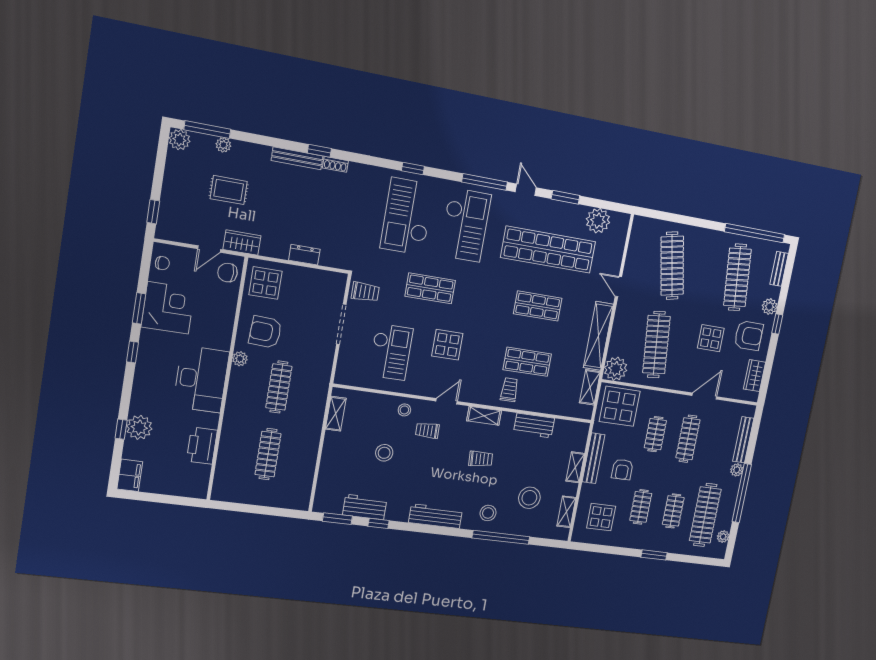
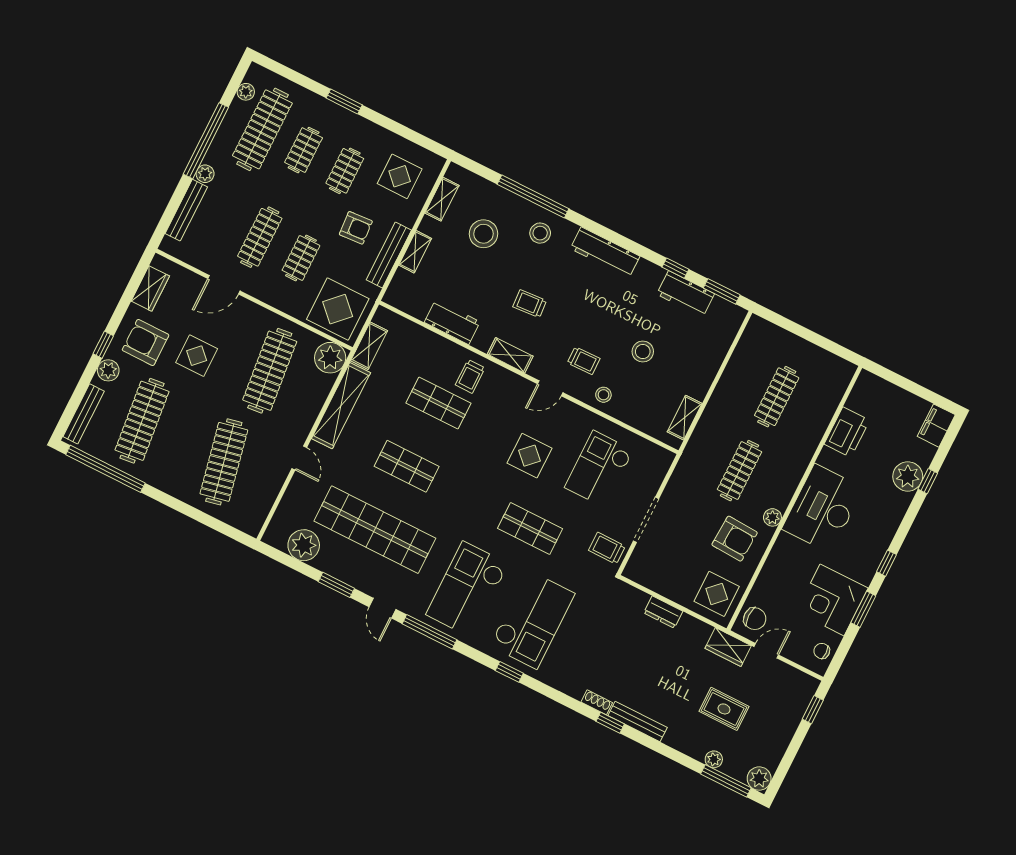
bench: (779, 269) -> (84, 414), width x1.36
armchair: (622, 469) -> (356, 228), turned 86

